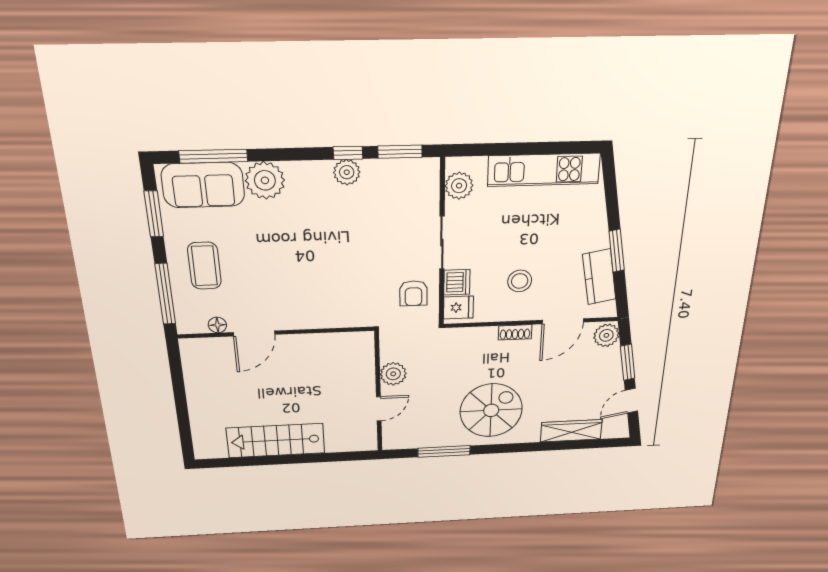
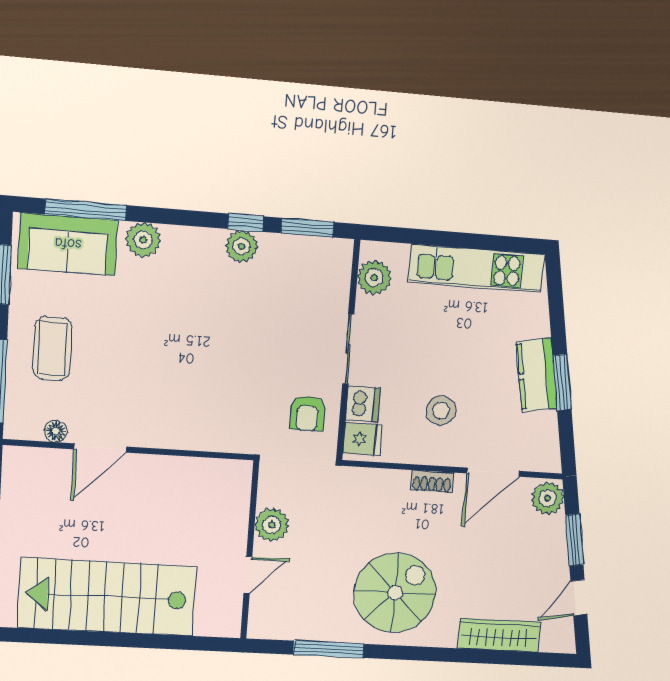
plant: (265, 180) -> (143, 240), width x0.73, depth x0.73
kitchen counter: (599, 277) -> (537, 375), moved
stairs: (276, 441) -> (107, 597), width x1.36, depth x1.51

